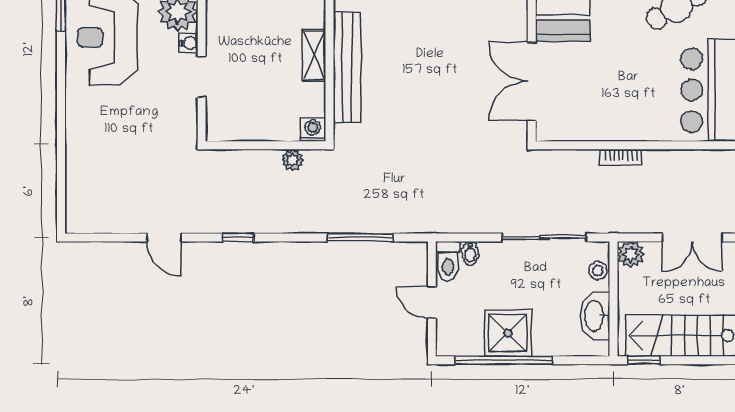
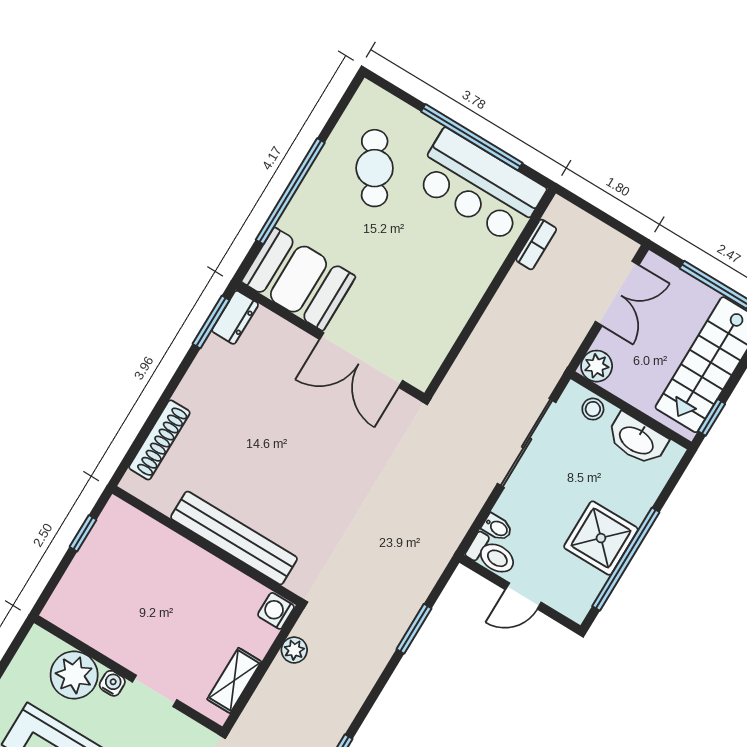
shelving: (314, 55) -> (234, 680), moved, turned 90
bookcase: (621, 157) -> (536, 244), moved
window: (360, 237) -> (414, 629), width x0.69

